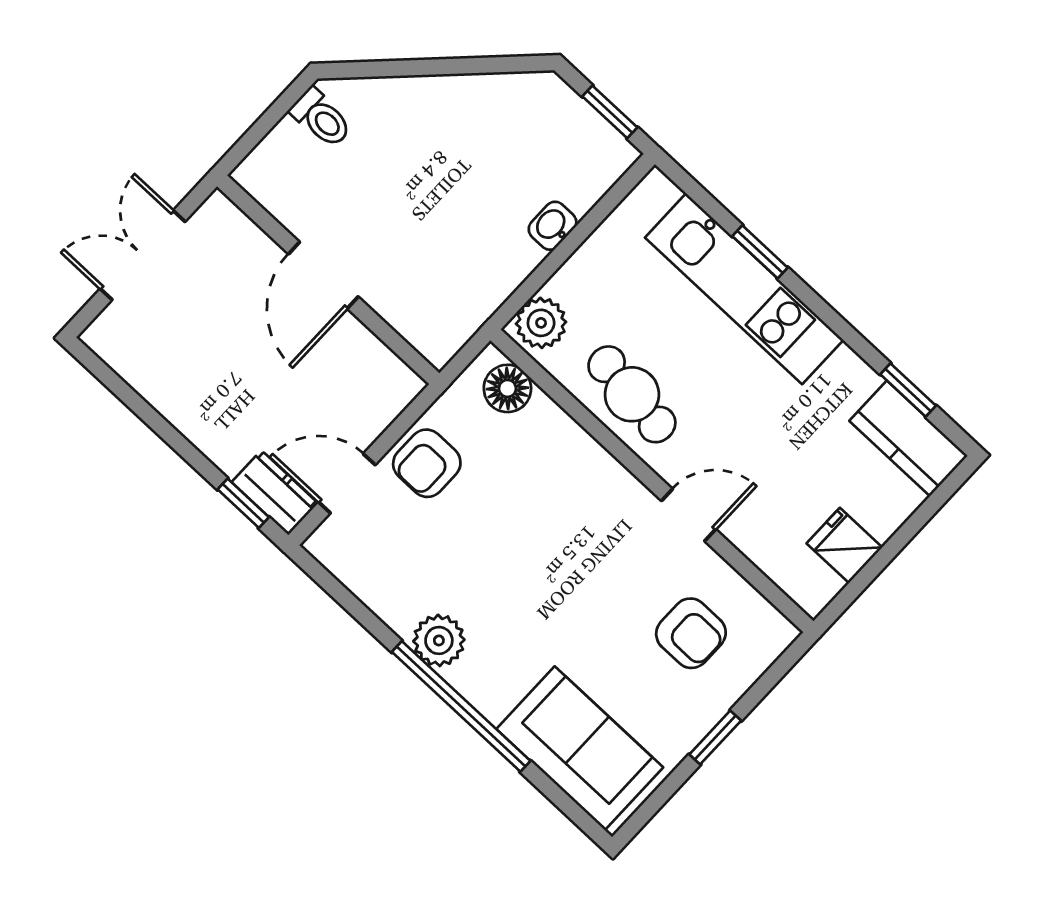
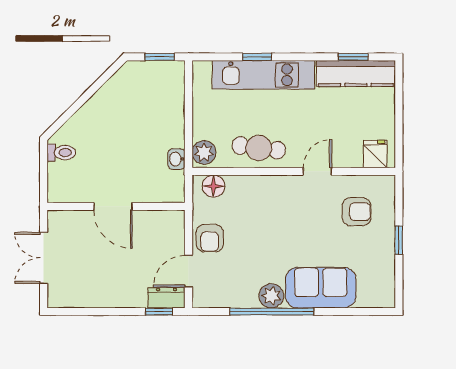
washbasin: (553, 226) -> (176, 159), moved
kitchen counter: (909, 438) -> (356, 74), width x1.50
fridge: (844, 545) -> (375, 154), moved, turned 90
window: (461, 706) -> (272, 312), moved
sofa: (580, 748) -> (321, 288), moved

